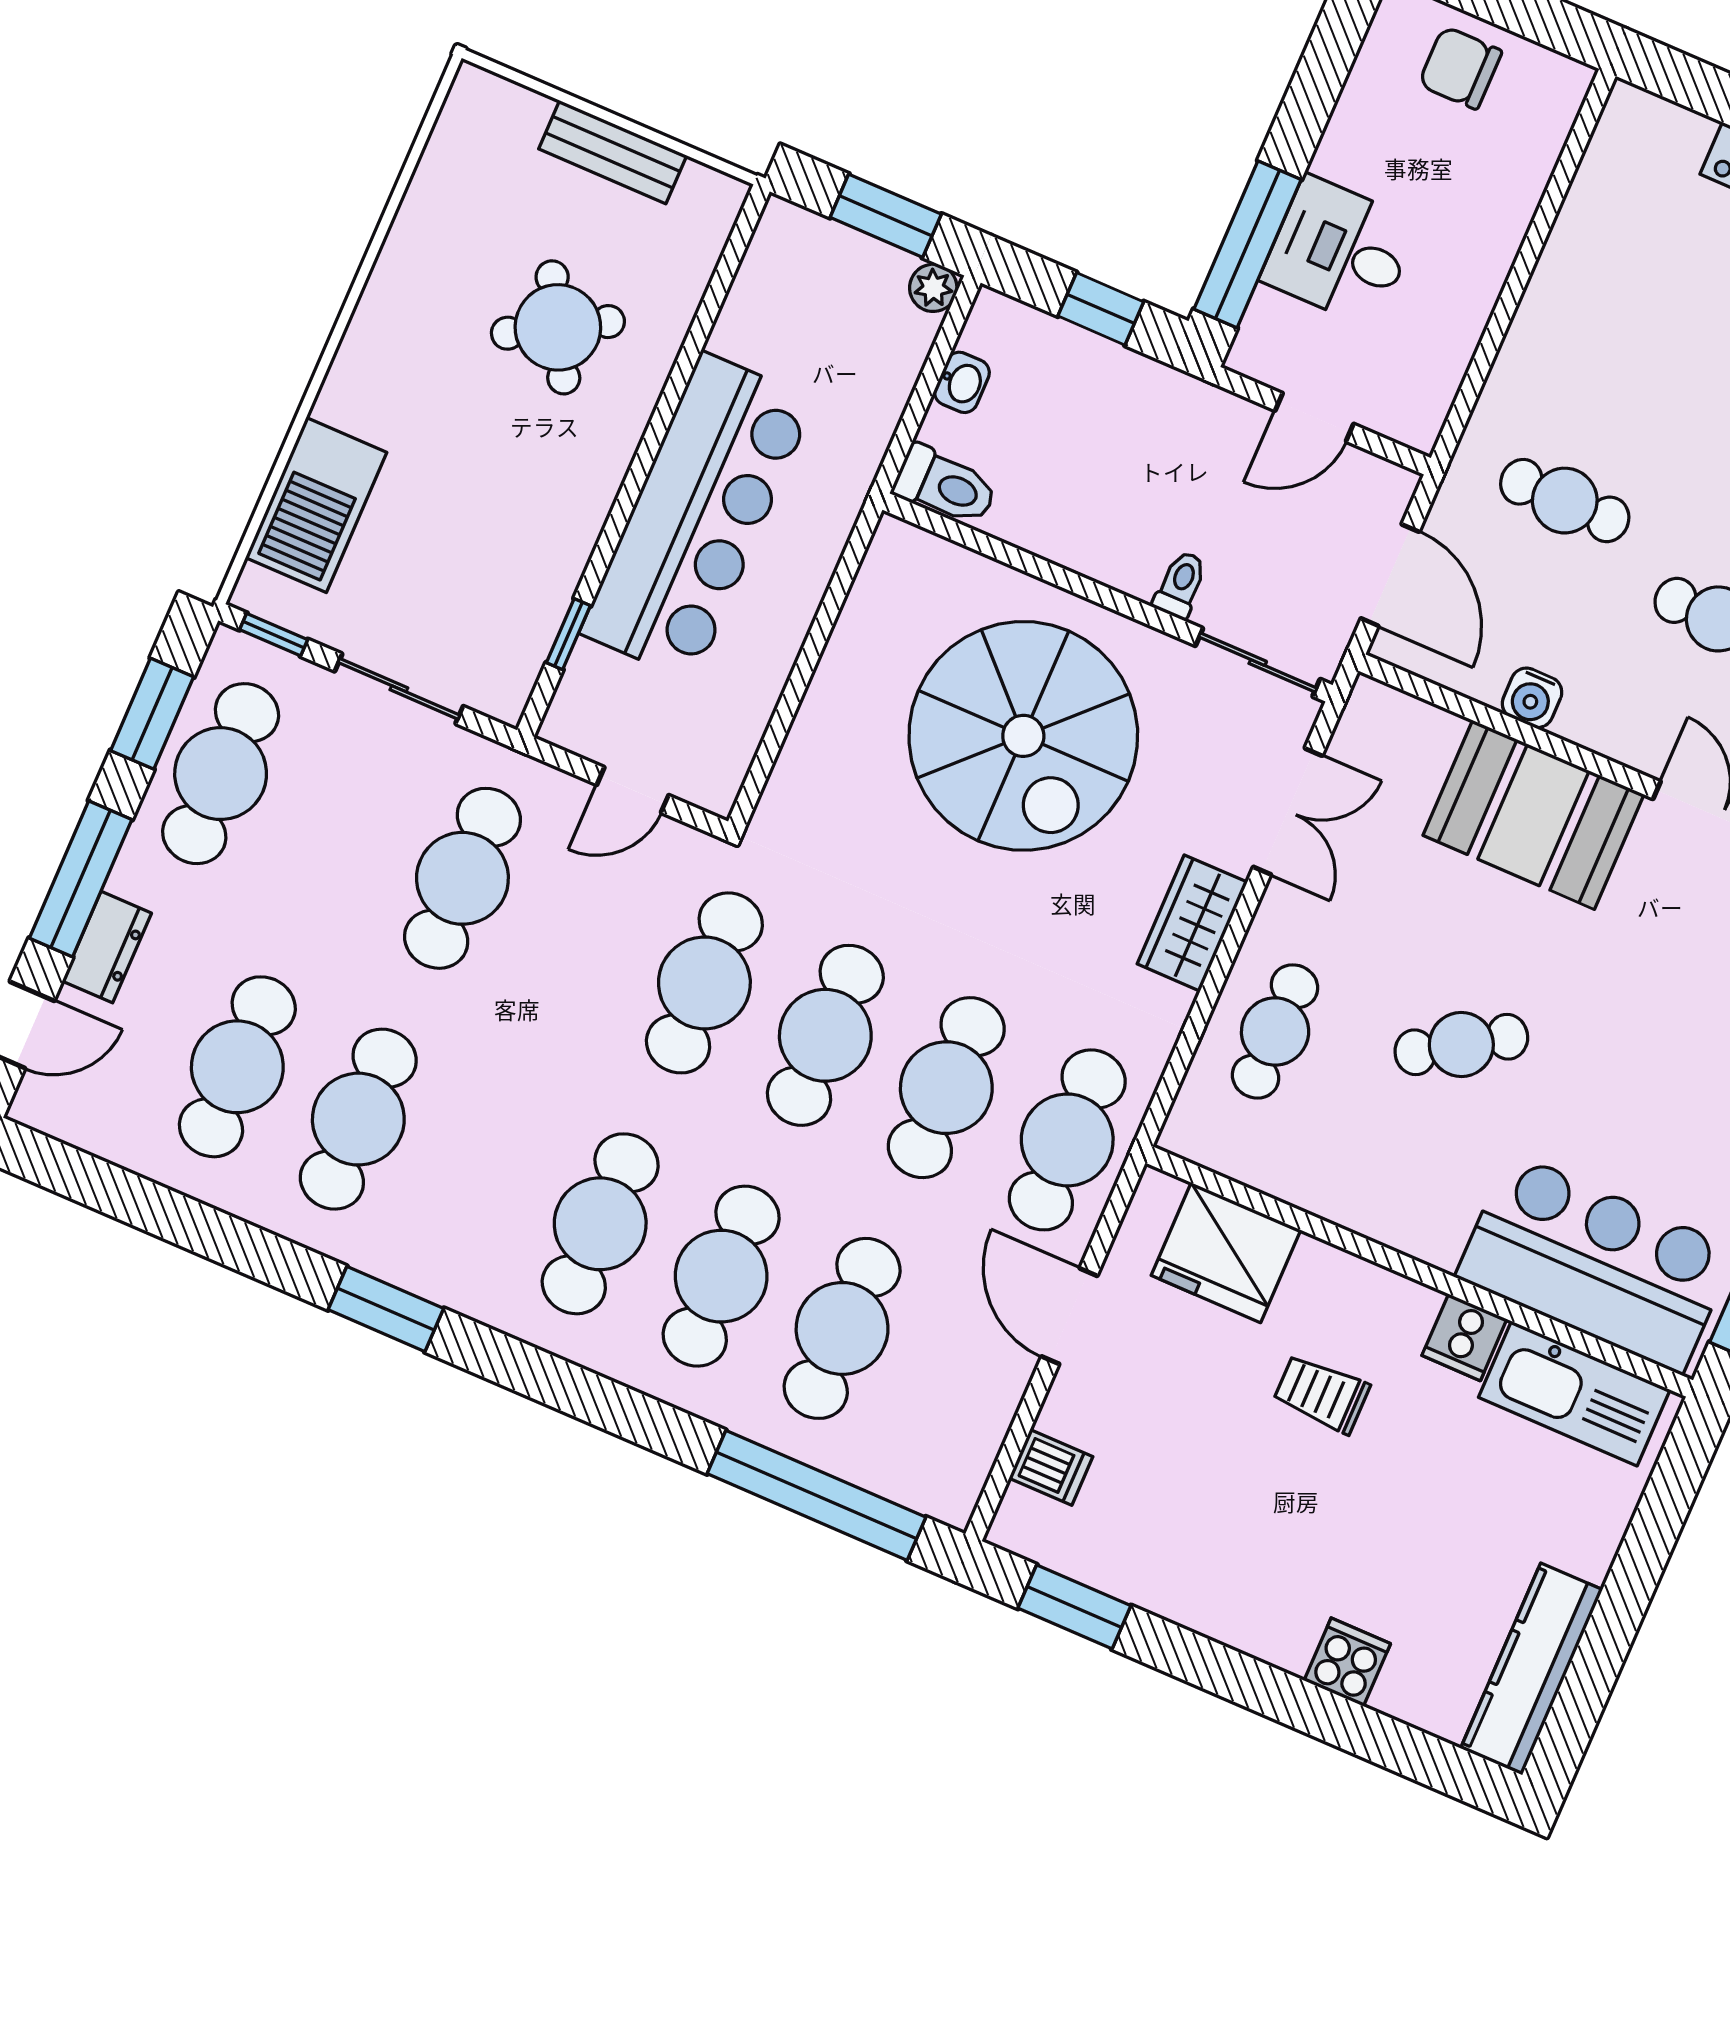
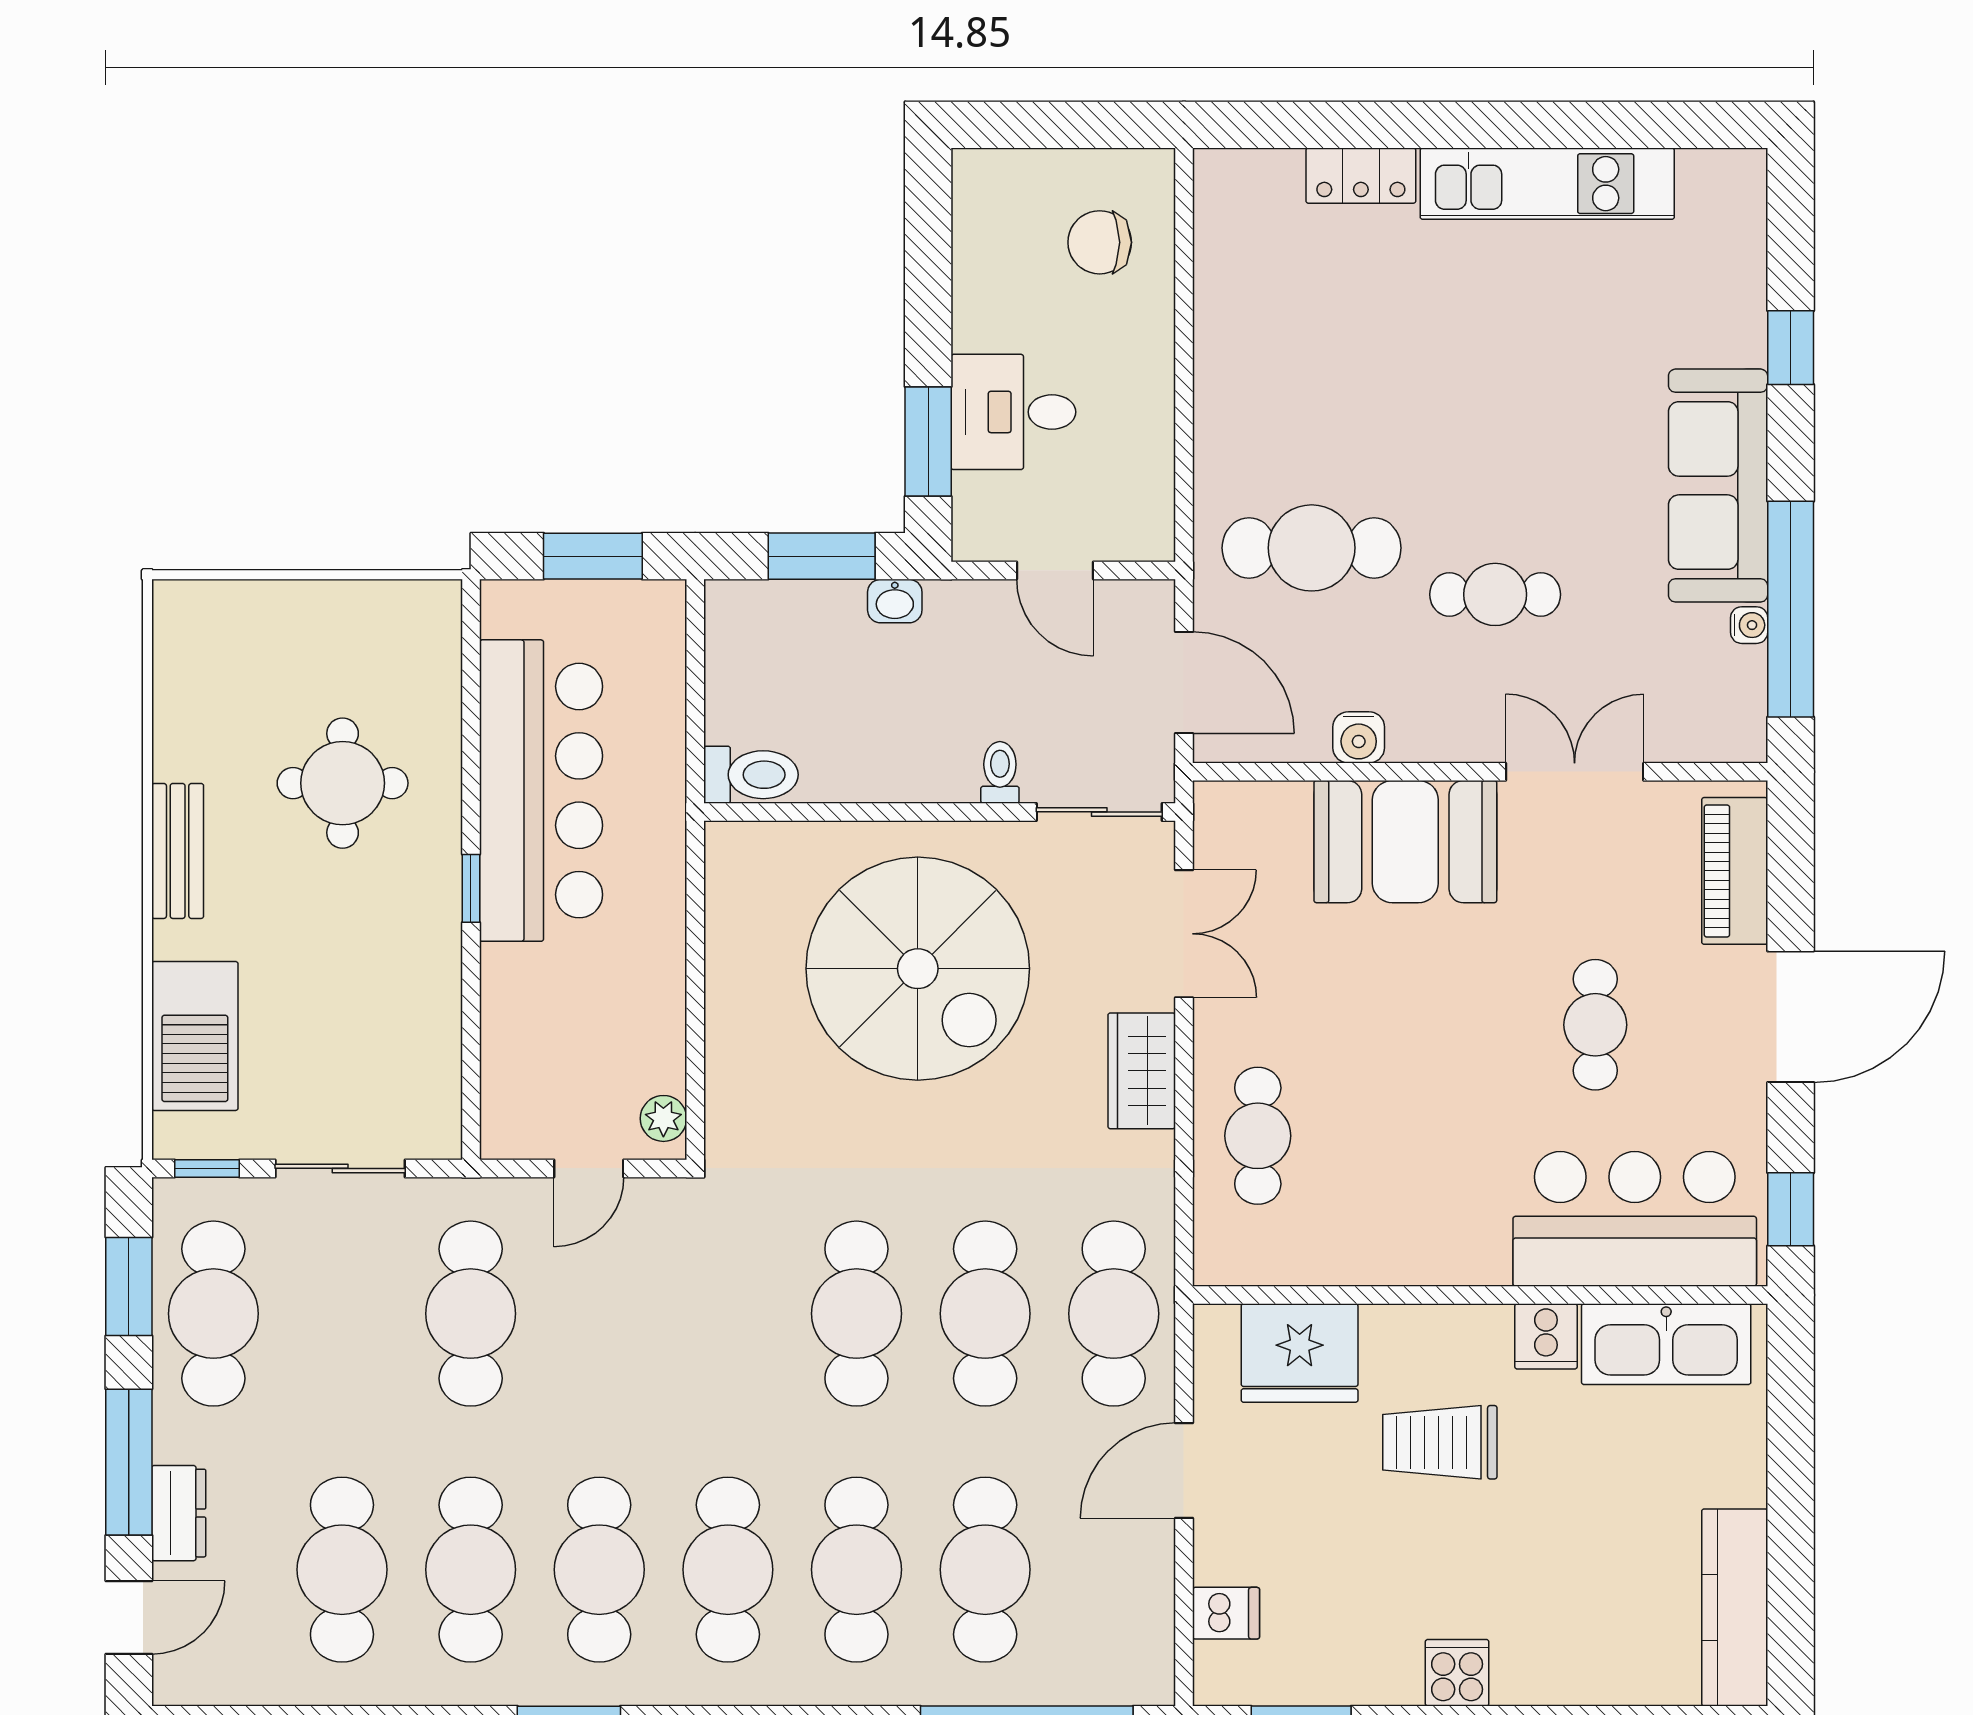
chair: (1460, 68) -> (1100, 242), moved
bench: (613, 152) -> (178, 851), moved, turned 90
window: (1248, 244) -> (928, 441), width x0.69
plant: (933, 288) -> (663, 1118), moved
window: (1101, 309) -> (822, 556), width x1.50
round table: (558, 327) -> (343, 783), turned 30
washbasin: (962, 382) -> (895, 601), moved, turned 90
door: (1314, 417) -> (1055, 570), hinge flipped
cafe table: (1565, 501) -> (1312, 548), width x1.37, depth x1.35
bar counter: (698, 517) -> (541, 791), moved
window: (568, 634) -> (471, 888), moved
cafe table: (704, 983) -> (599, 1570), moved
cafe table: (1461, 1045) -> (1595, 1025), moved, turned -57
door: (1069, 1316) -> (1184, 1470), hinge flipped
trolley: (1322, 1394) -> (1440, 1442), width x1.36, depth x1.39
cooker: (1347, 1662) -> (1457, 1673), moved

